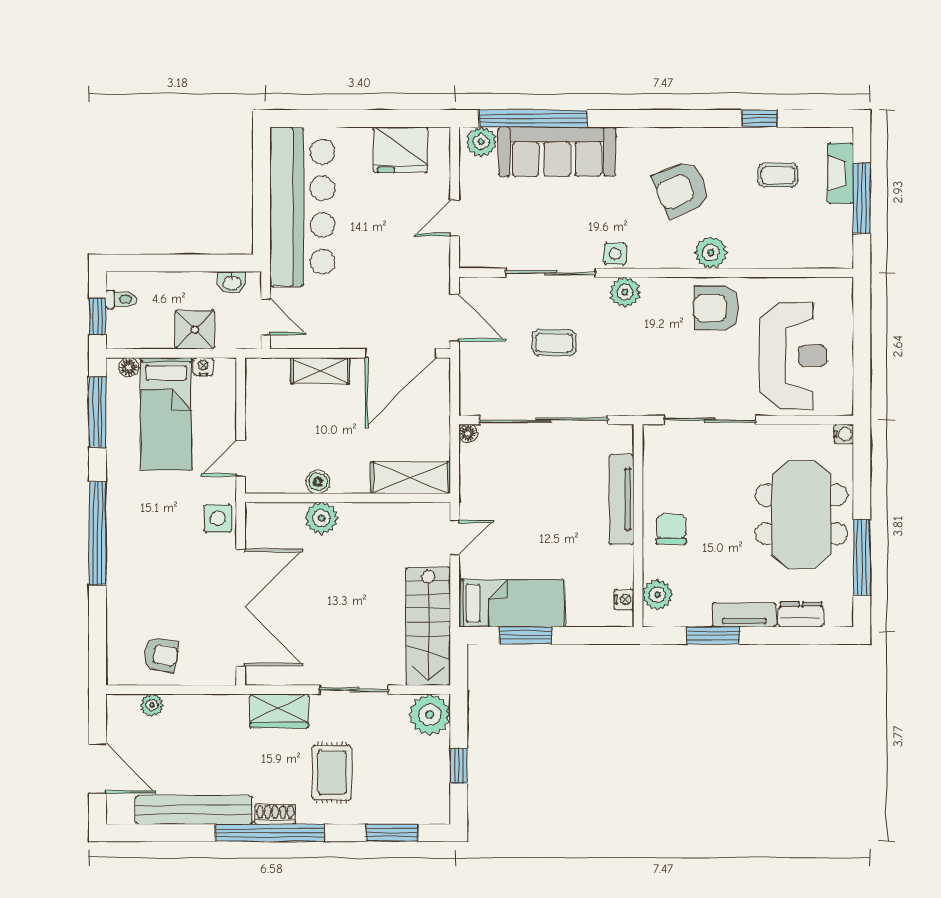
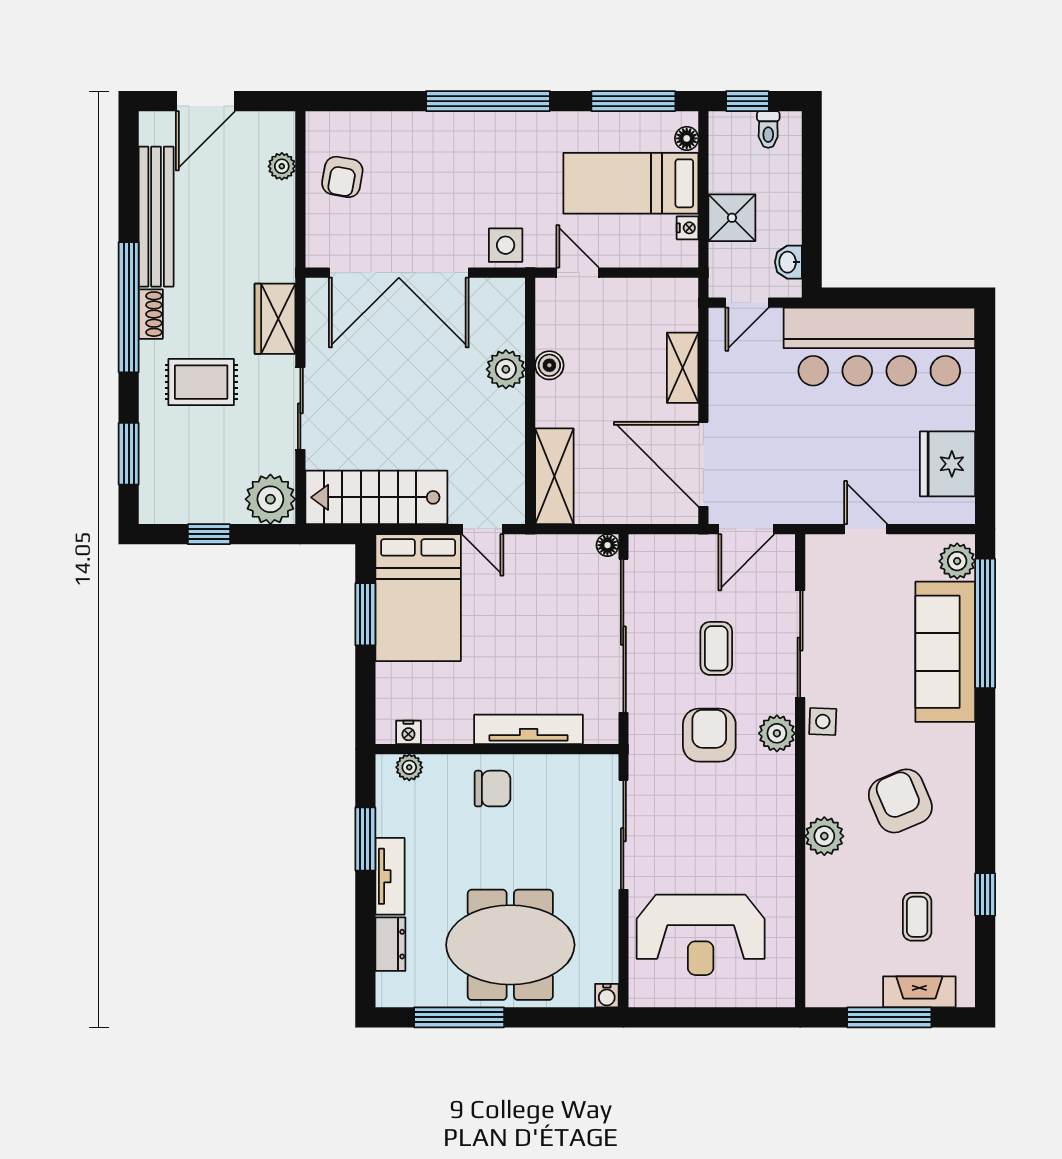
armchair: (716, 308) -> (709, 735), moved
plant: (657, 595) -> (409, 767), width x0.73, depth x0.73
bed: (512, 603) -> (418, 598), width x1.50

